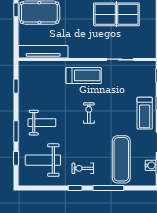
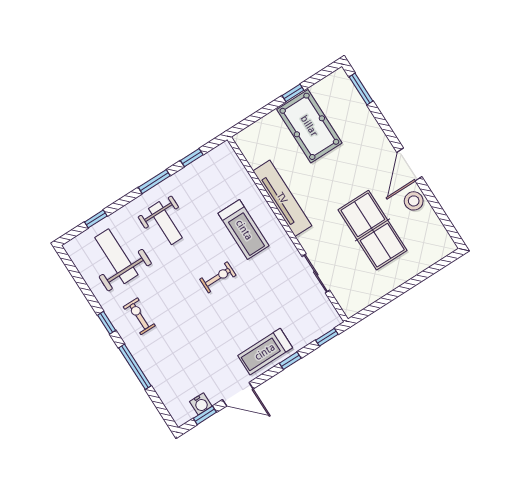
tv unit: (43, 52) -> (282, 198), moved
treadmill: (84, 75) -> (244, 230), moved
window: (16, 131) -> (154, 182), moved
exercise mat: (121, 159) -> (184, 360), removed

